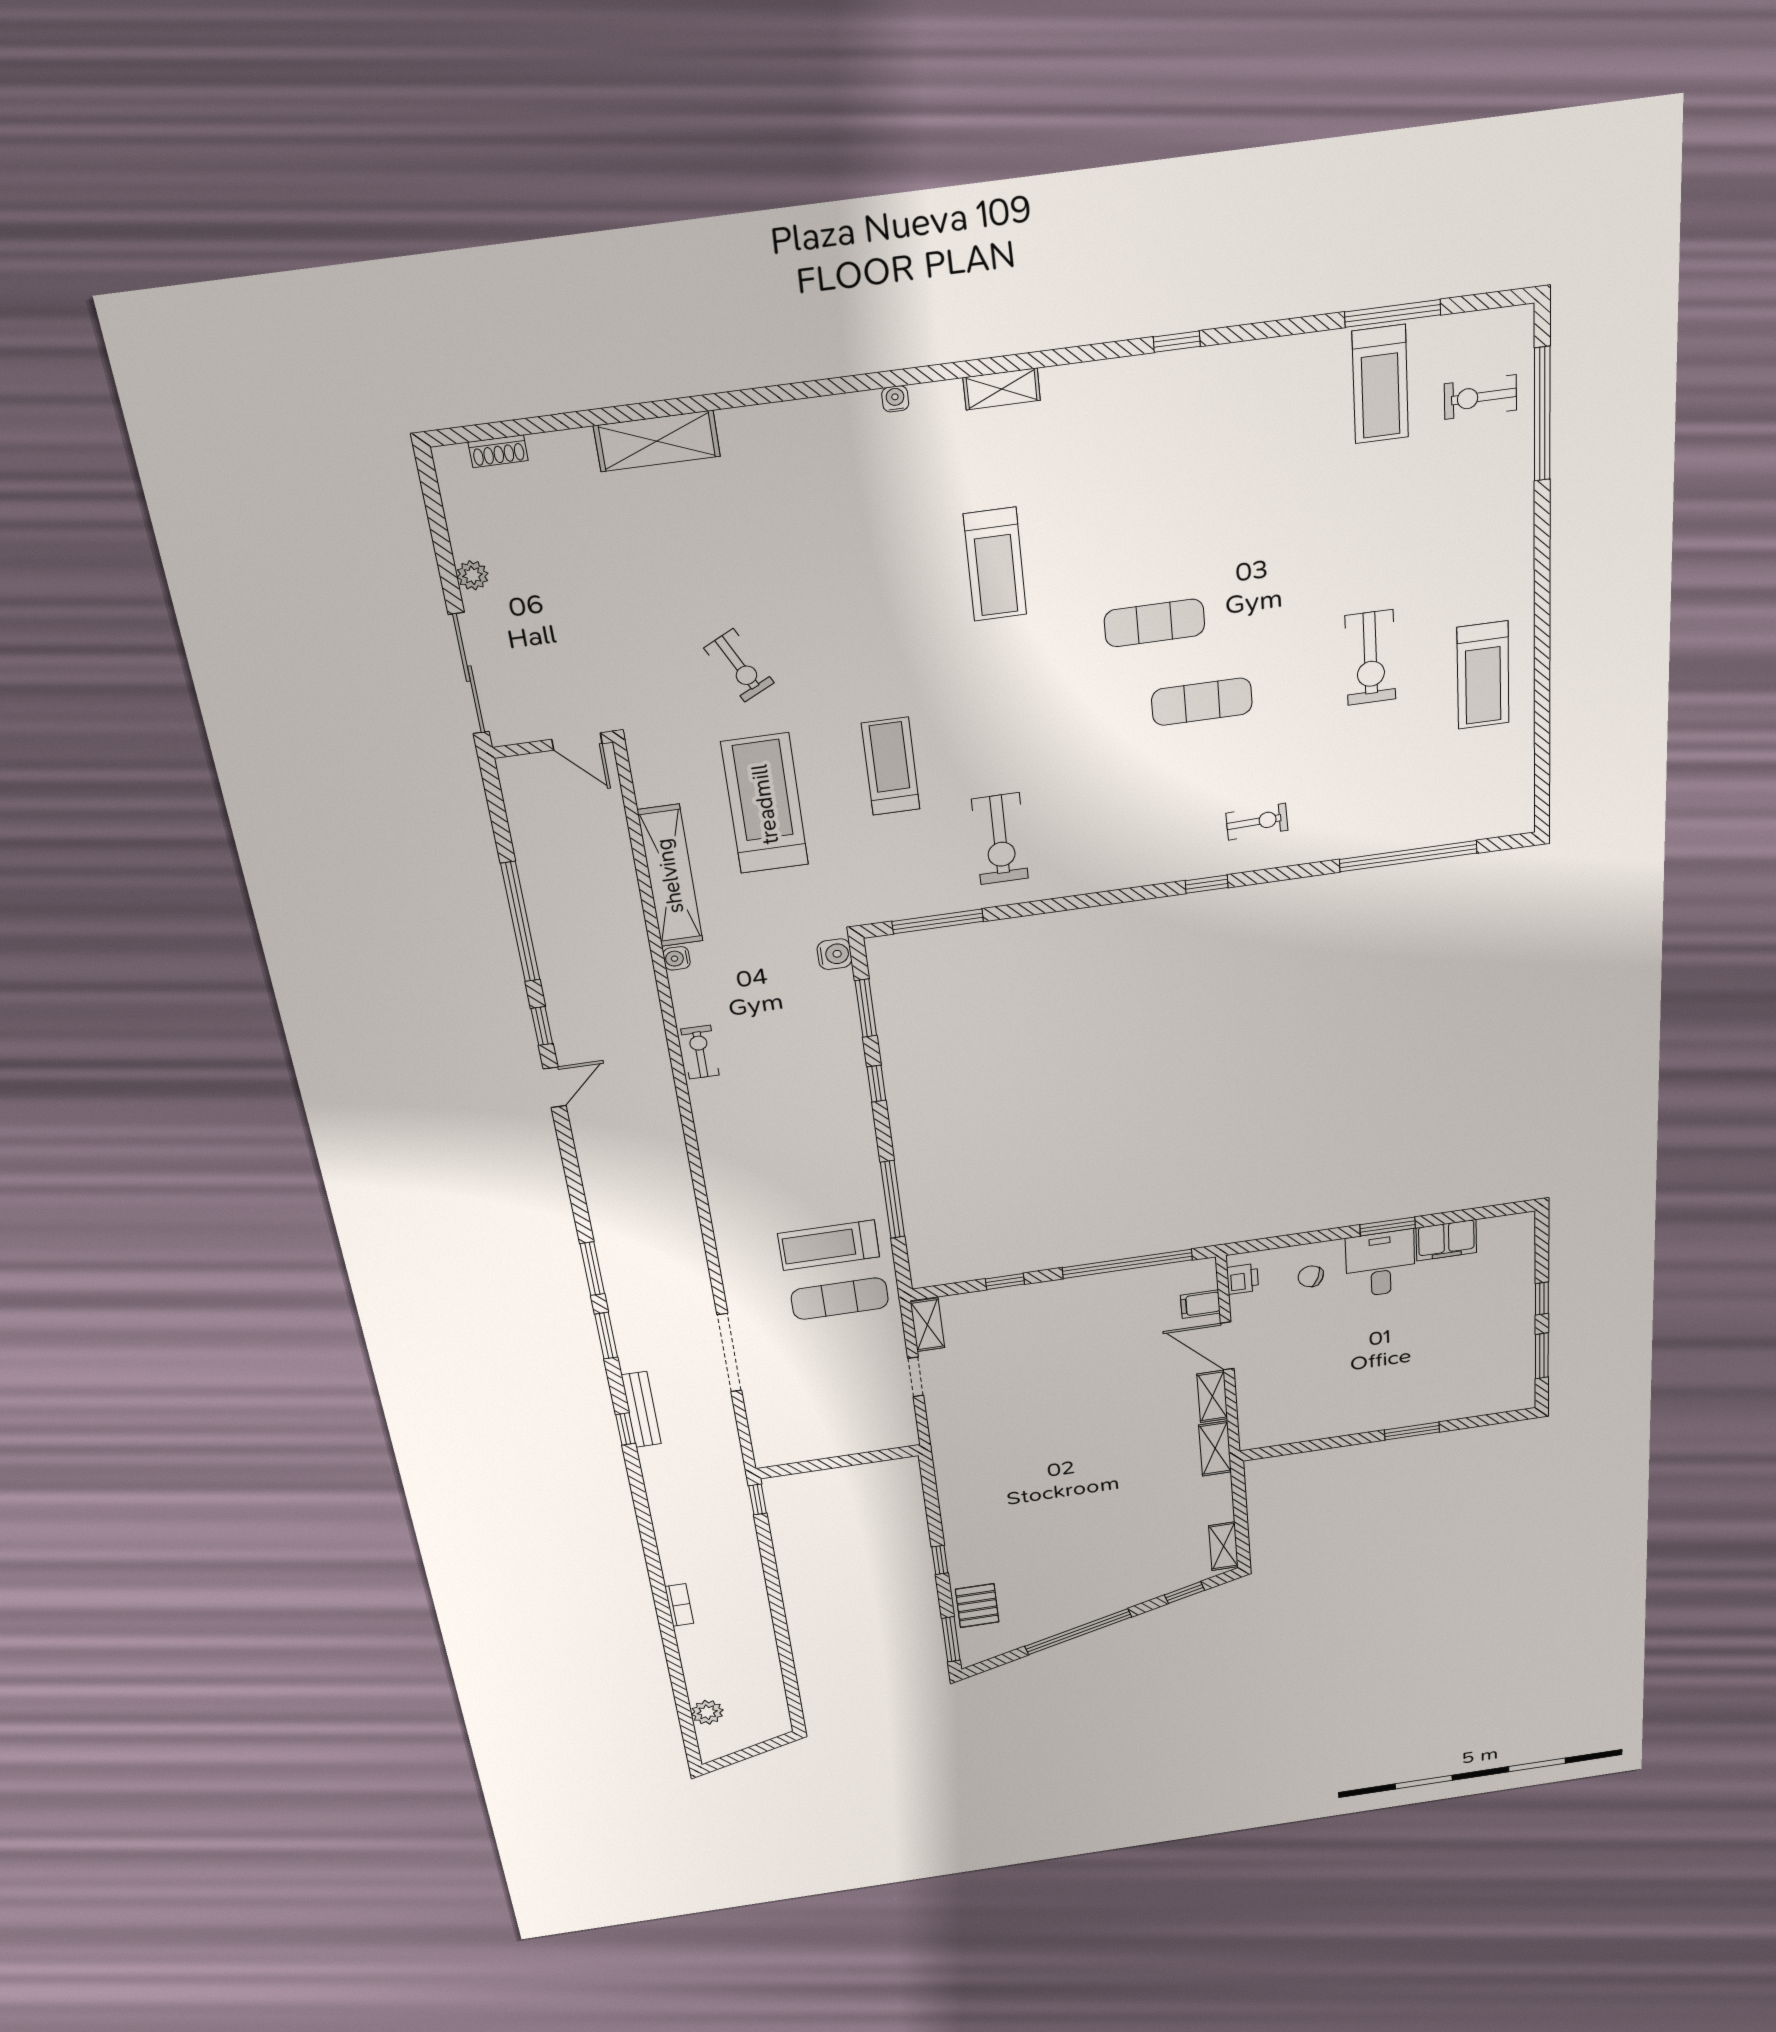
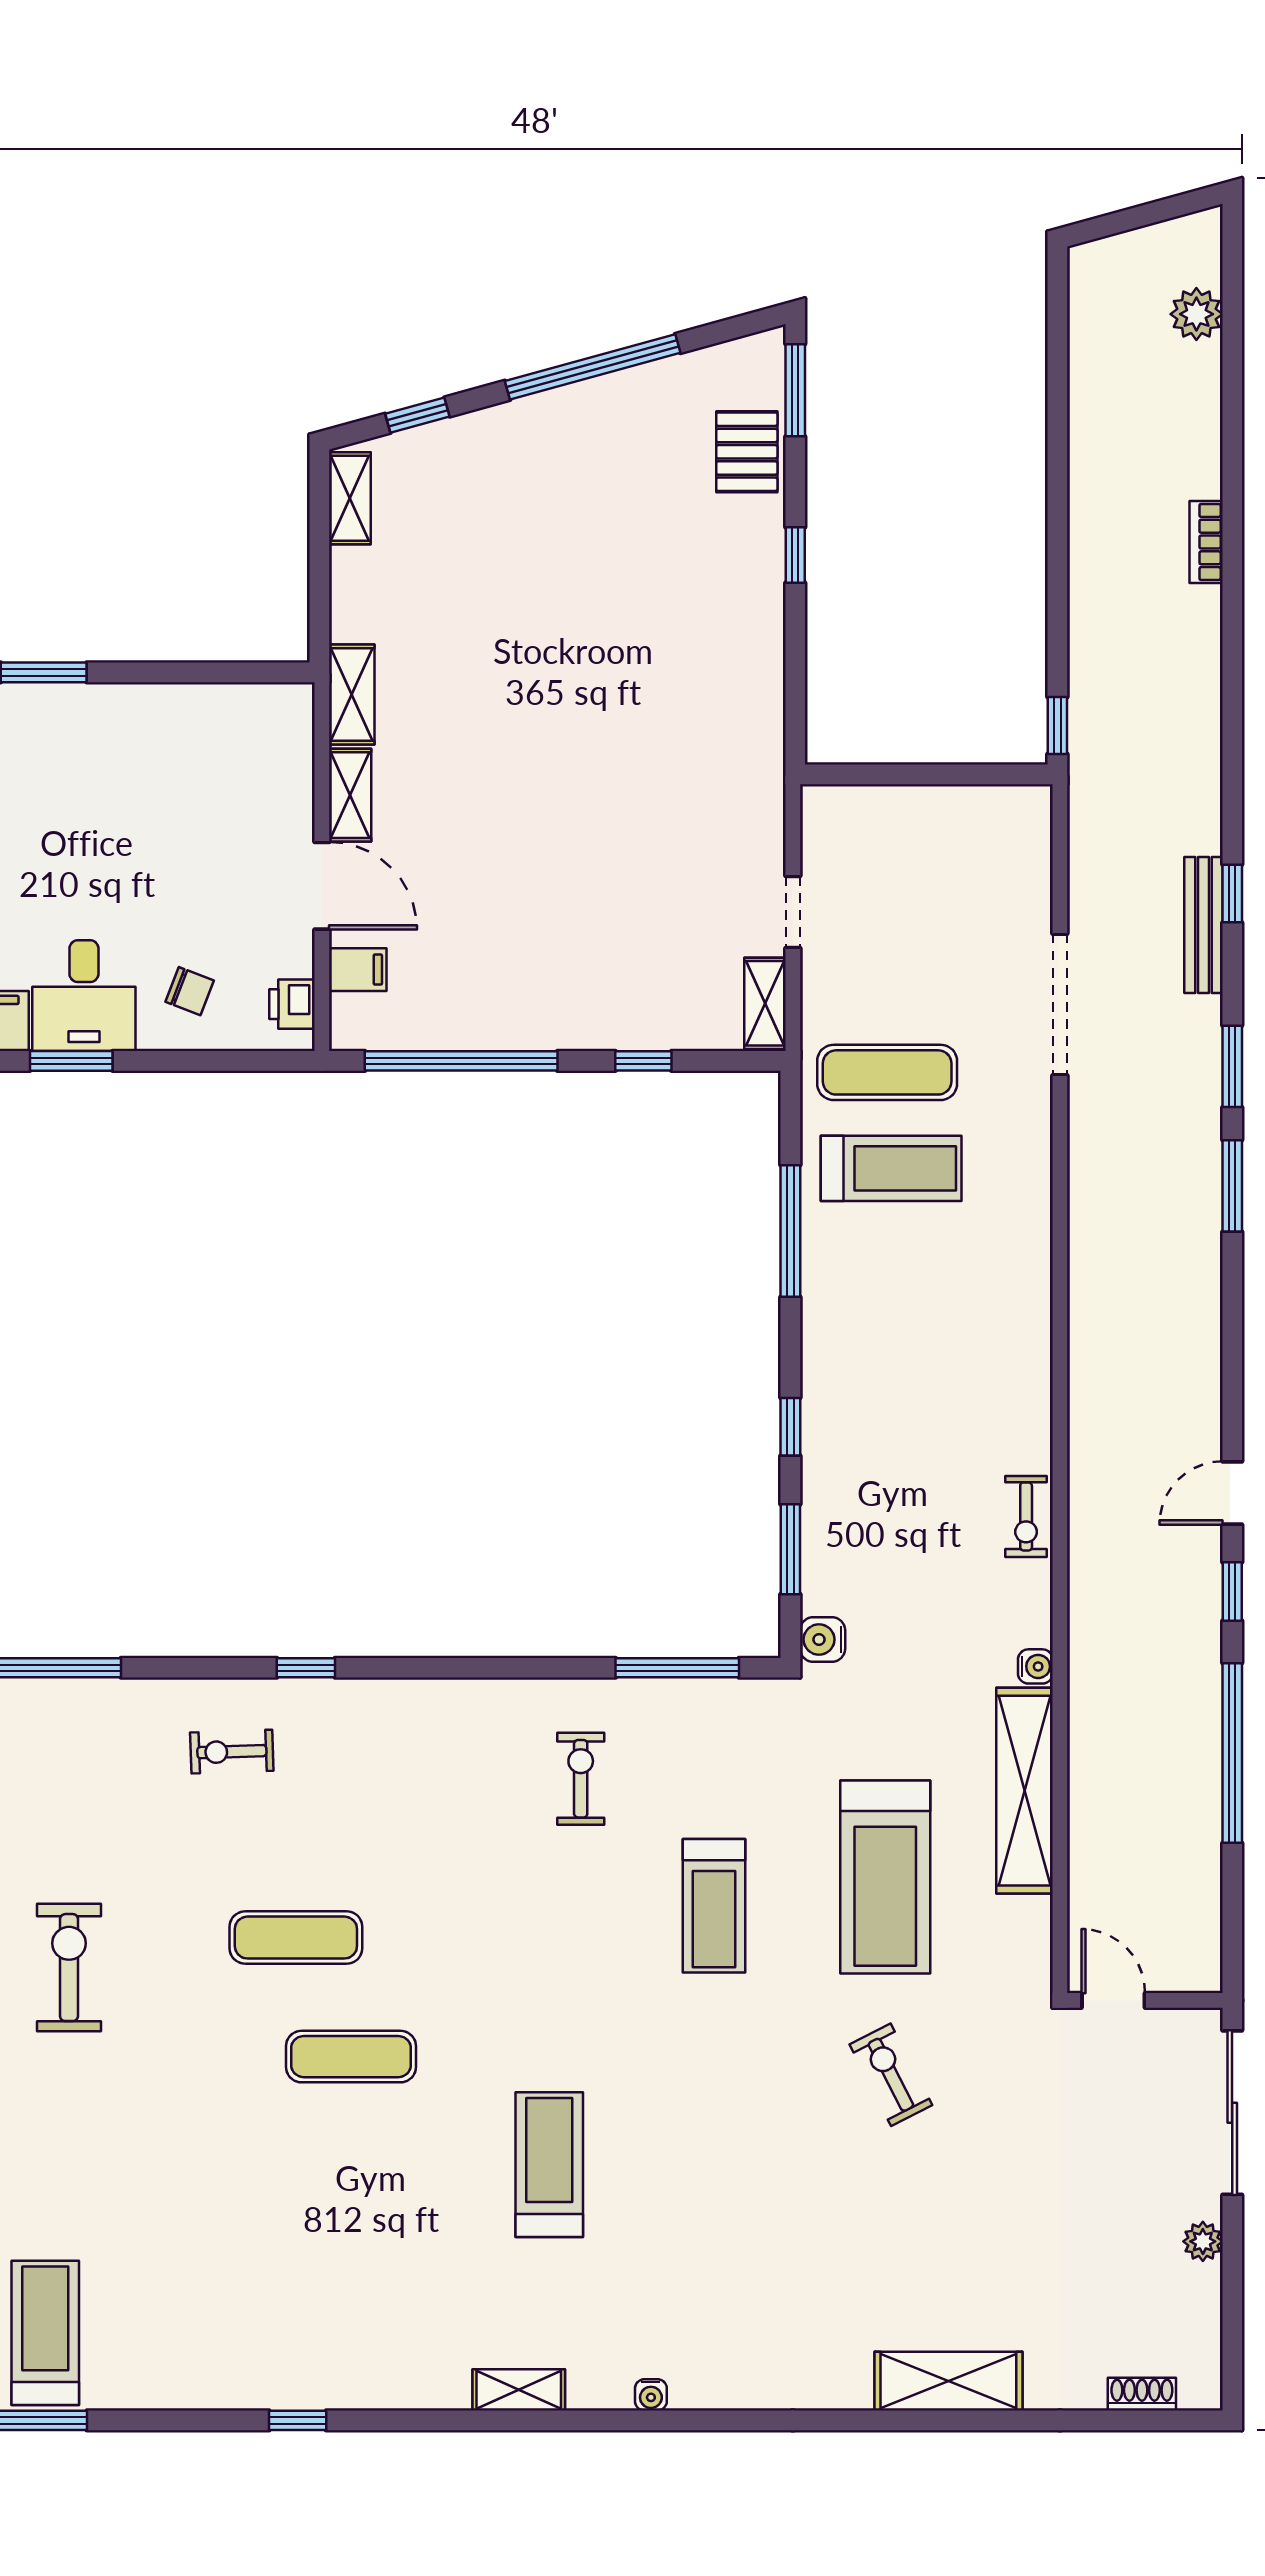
exercise bike: (1000, 839) -> (581, 1779), width x0.73, depth x0.72

